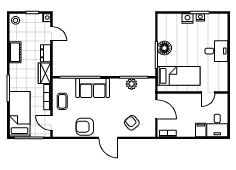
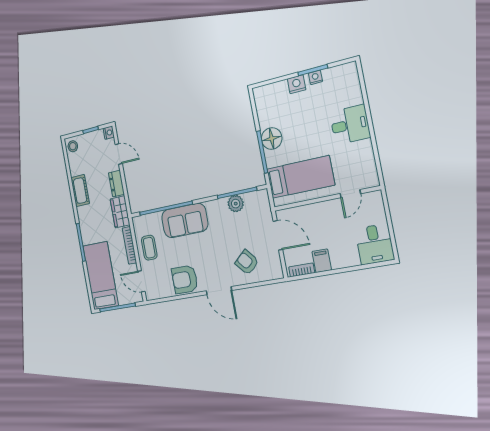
filing cabinet: (201, 130) -> (322, 261), moved

